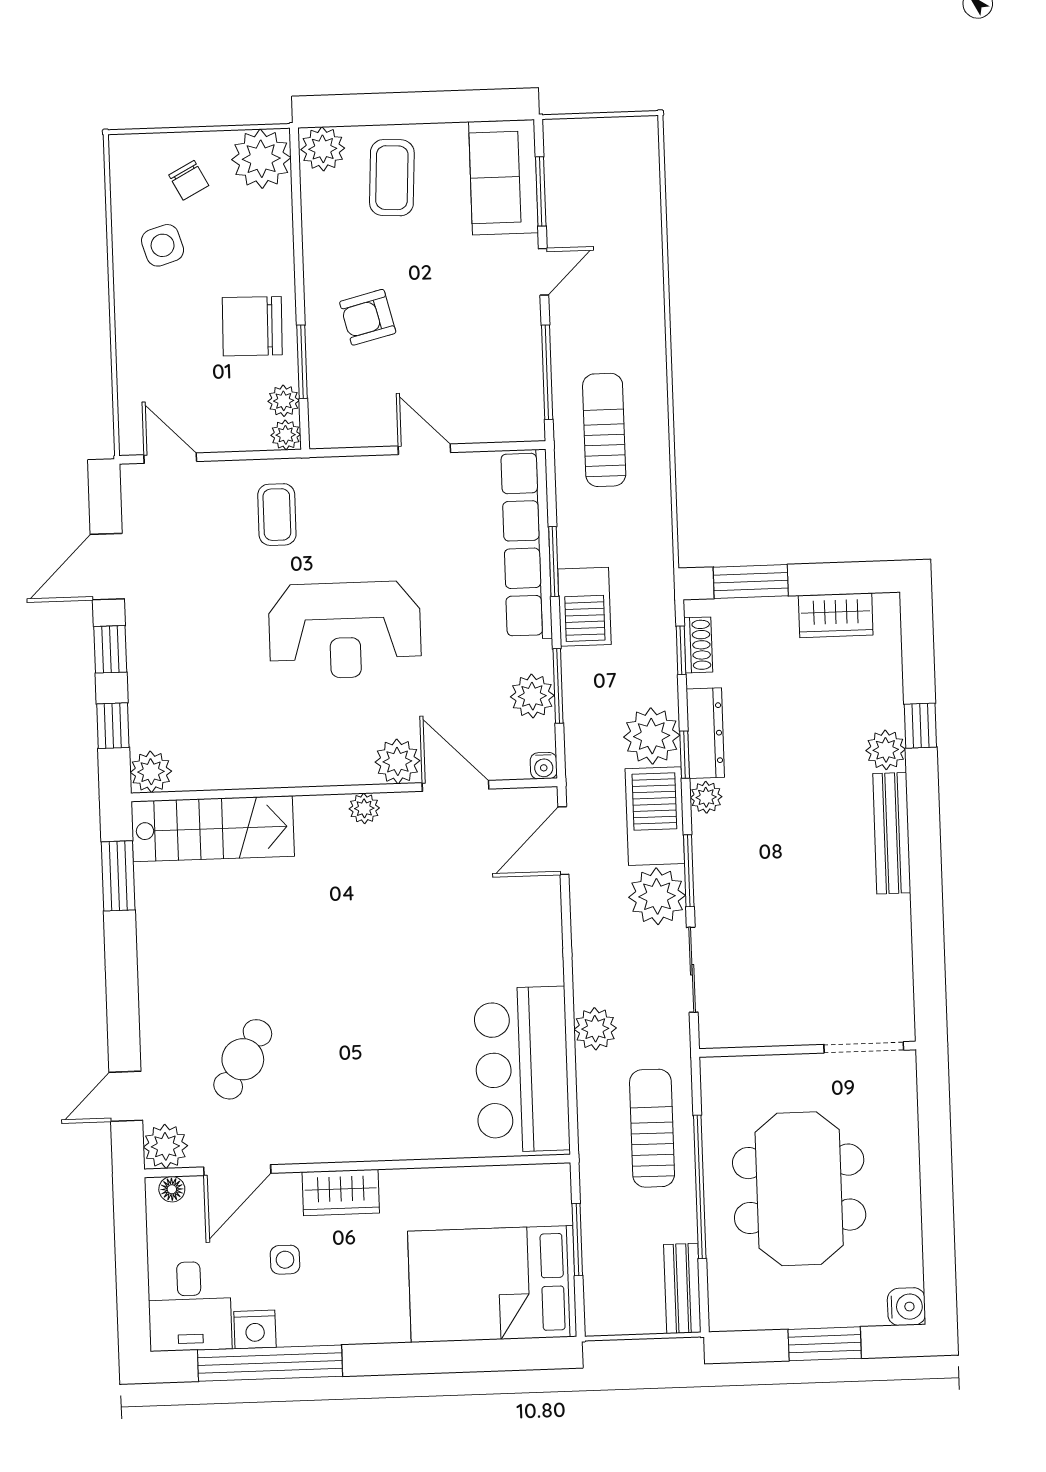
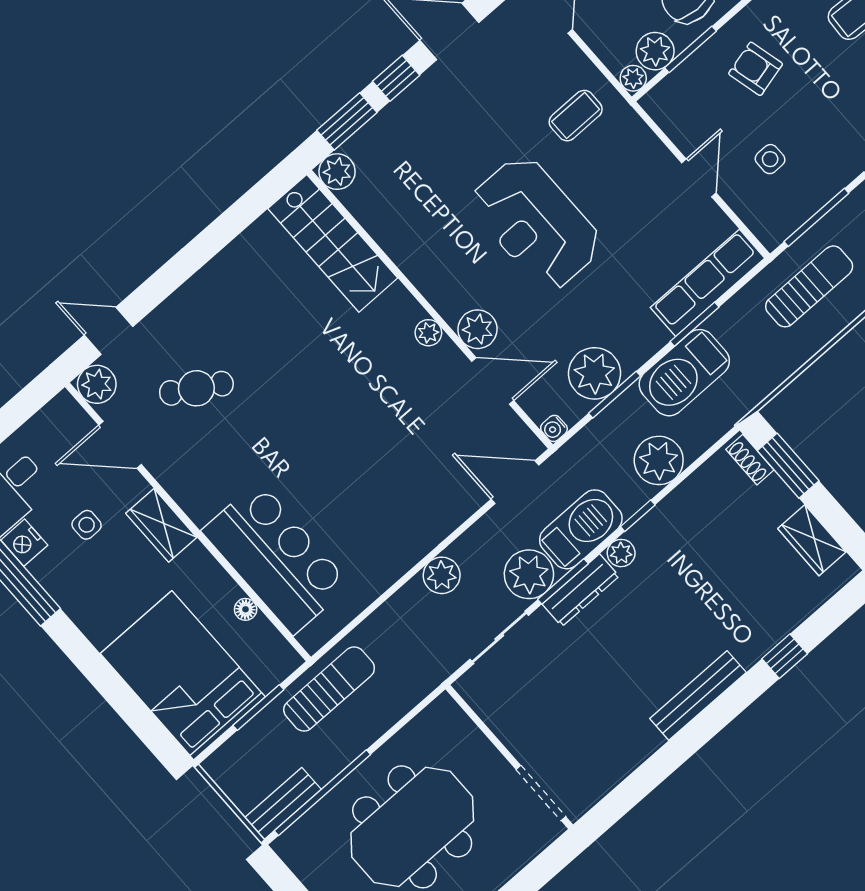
side table: (460, 371) -> (770, 159), added
plant: (284, 401) -> (655, 51), width x1.38, depth x1.38
row of seats: (527, 544) -> (708, 283), width x0.73
barbecue: (584, 607) -> (684, 373), width x1.37, depth x1.21
shoe rack: (698, 645) -> (750, 460), moved, turned 90
window: (681, 650) -> (705, 457), removed
plant: (532, 696) -> (595, 373), width x1.36, depth x1.36
window: (113, 726) -> (347, 121), width x1.50
dresser: (705, 733) -> (581, 590), moved
plant: (652, 736) -> (659, 460), moved
plant: (886, 750) -> (750, 646), removed
door: (455, 786) -> (493, 381), hinge flipped
window: (118, 876) -> (250, 206), removed
plant: (595, 1029) -> (442, 575), moved
bar counter: (522, 1069) -> (276, 558), moved, turned 90
sun lounger: (652, 1128) -> (329, 689), moved
window: (700, 1187) -> (322, 793), moved
floor lamp: (172, 1189) -> (246, 609), moved

